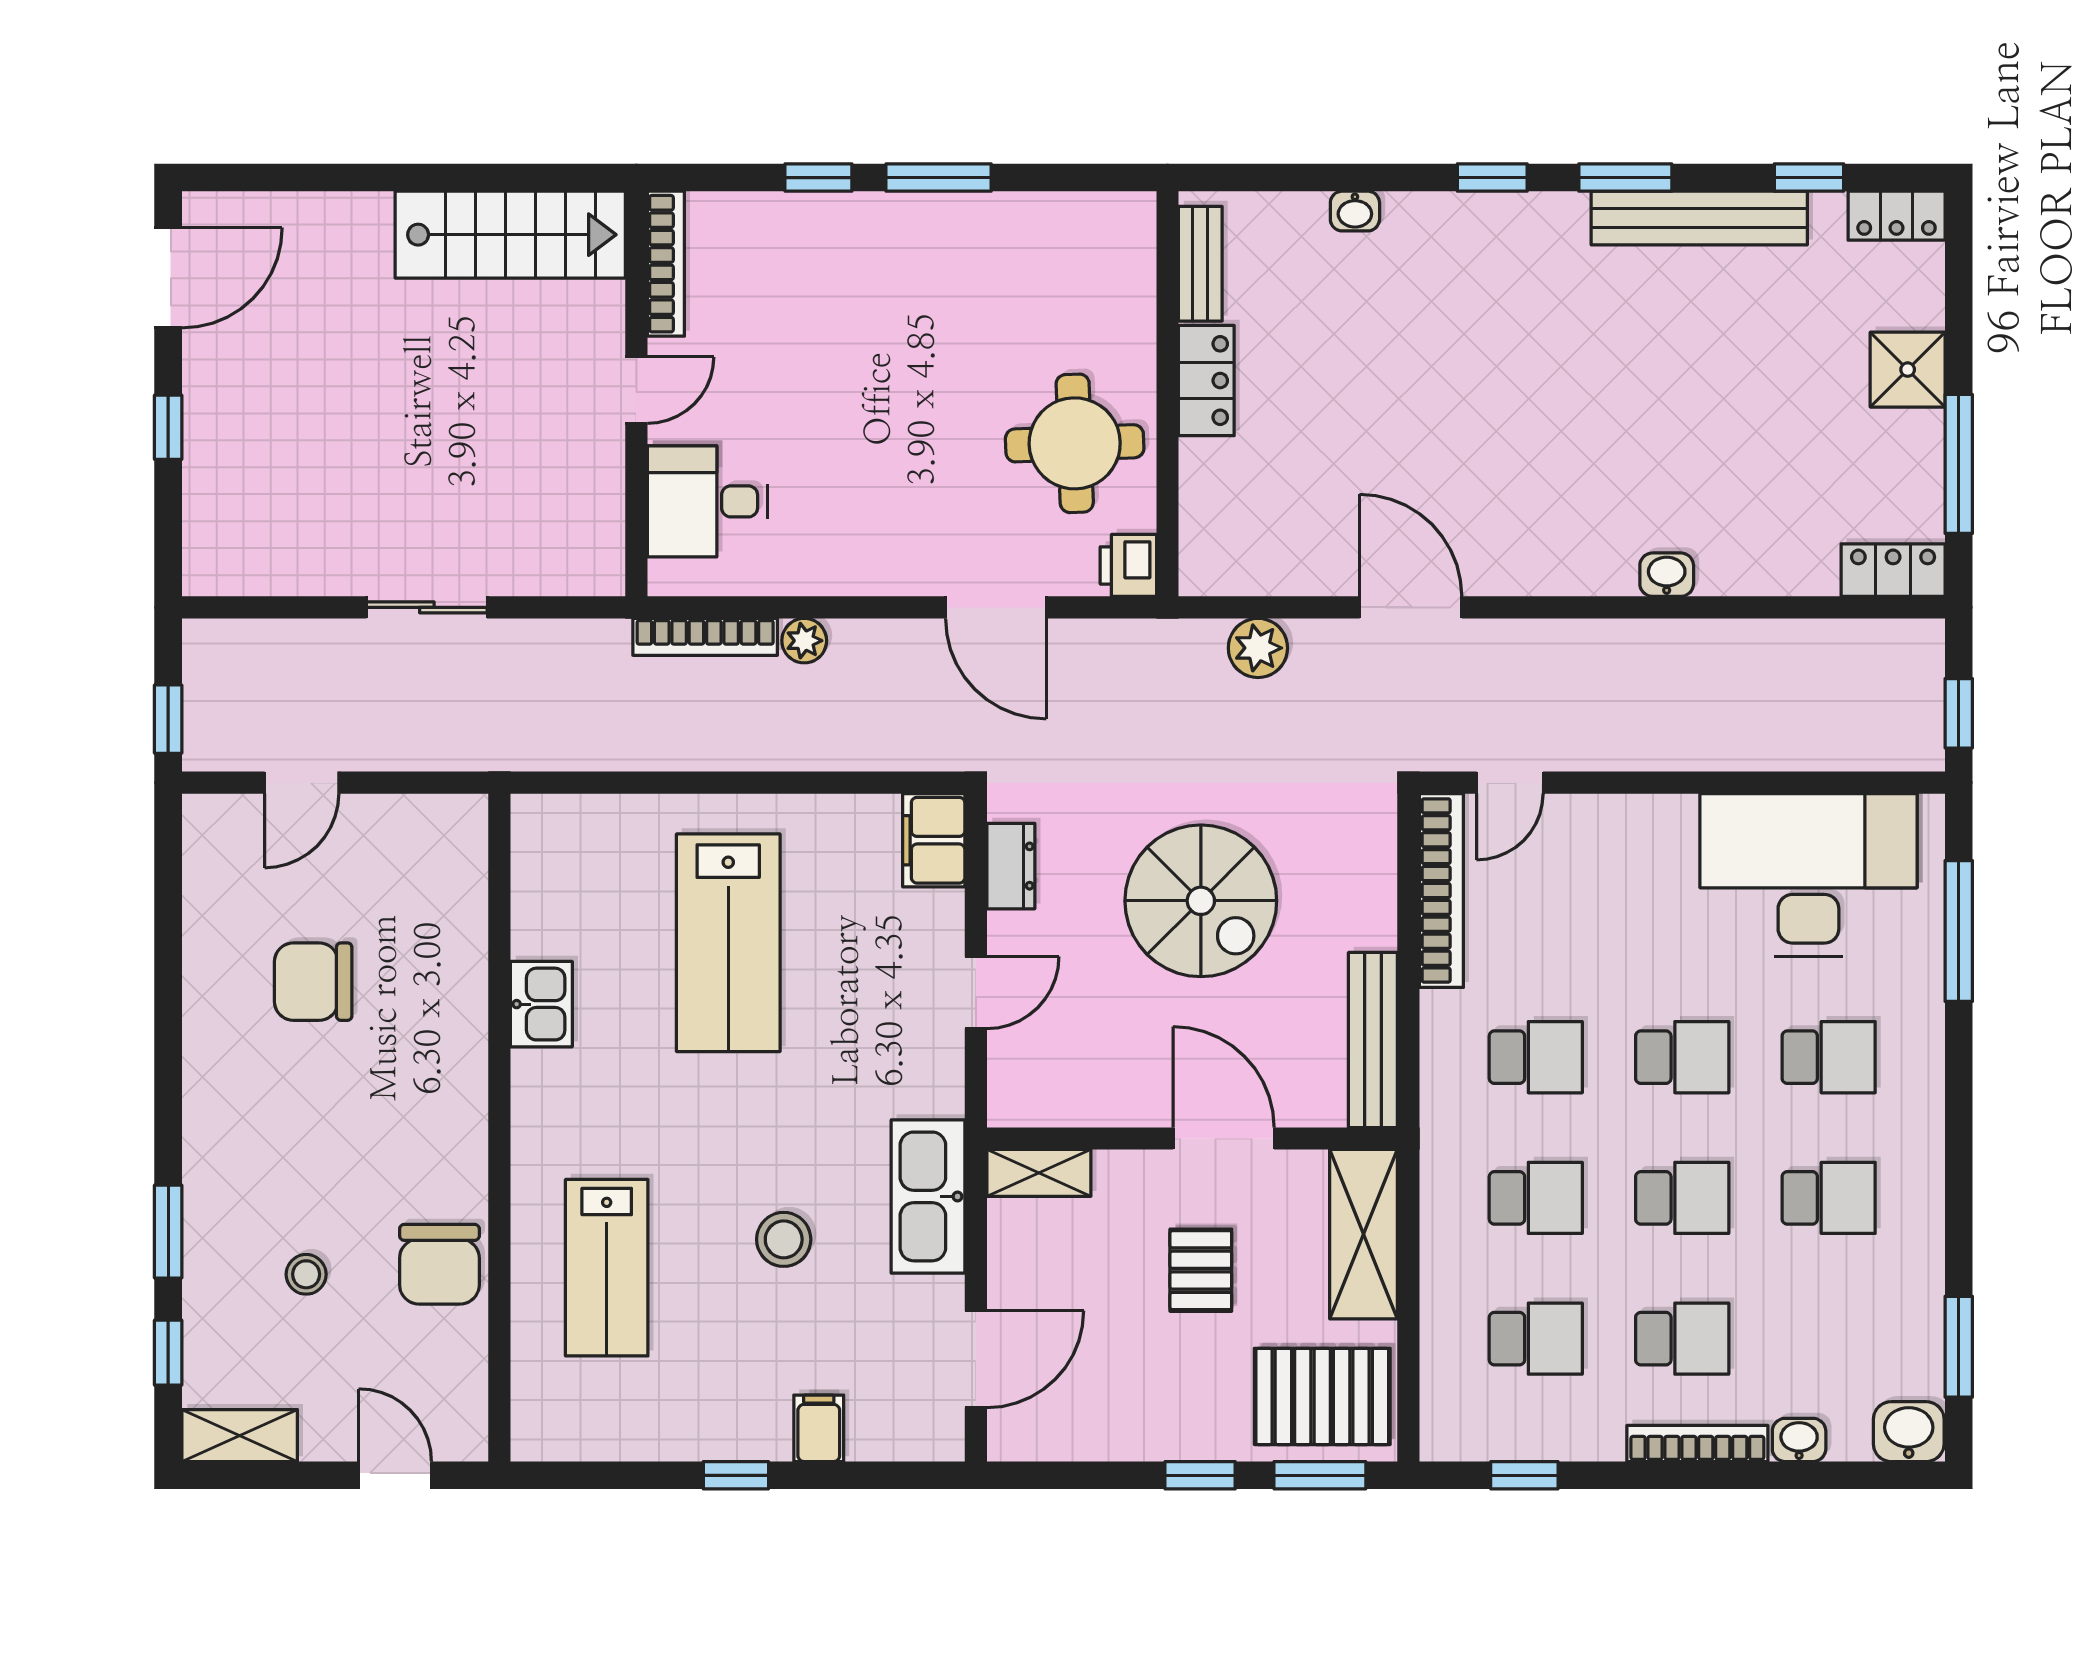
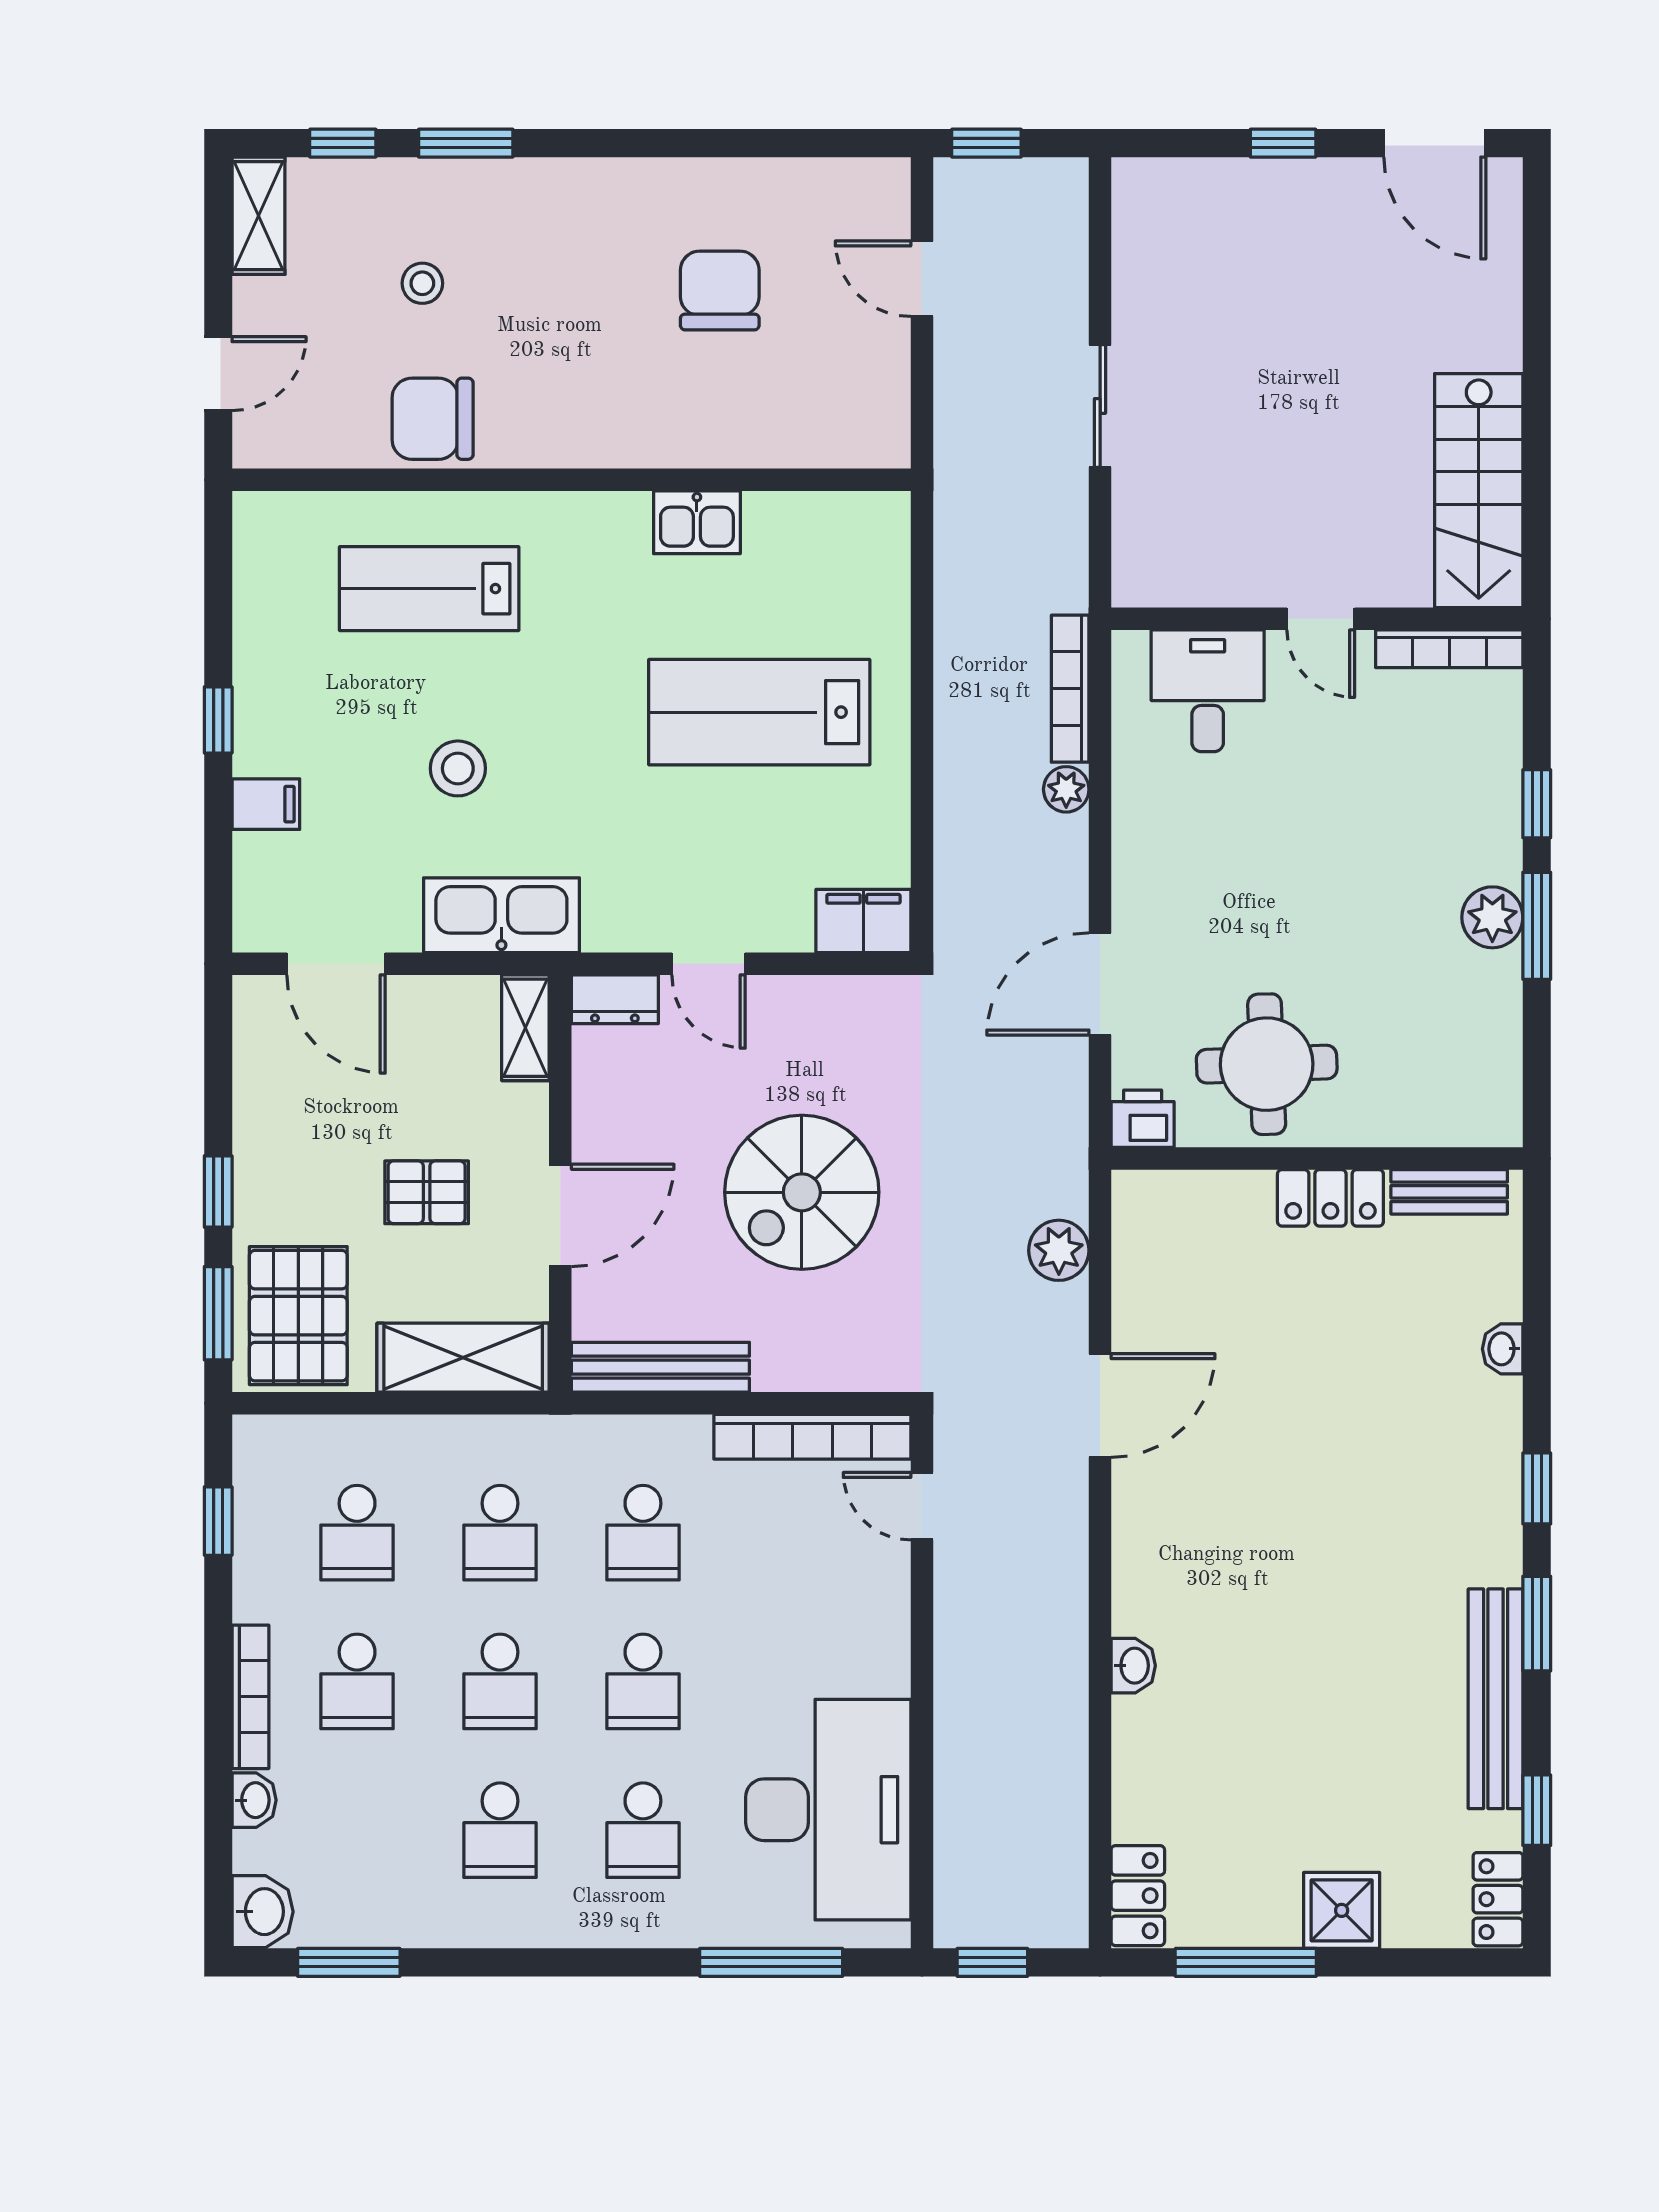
plant: (930, 221) -> (1492, 917), added
dresser: (1011, 866) -> (615, 999), moved

